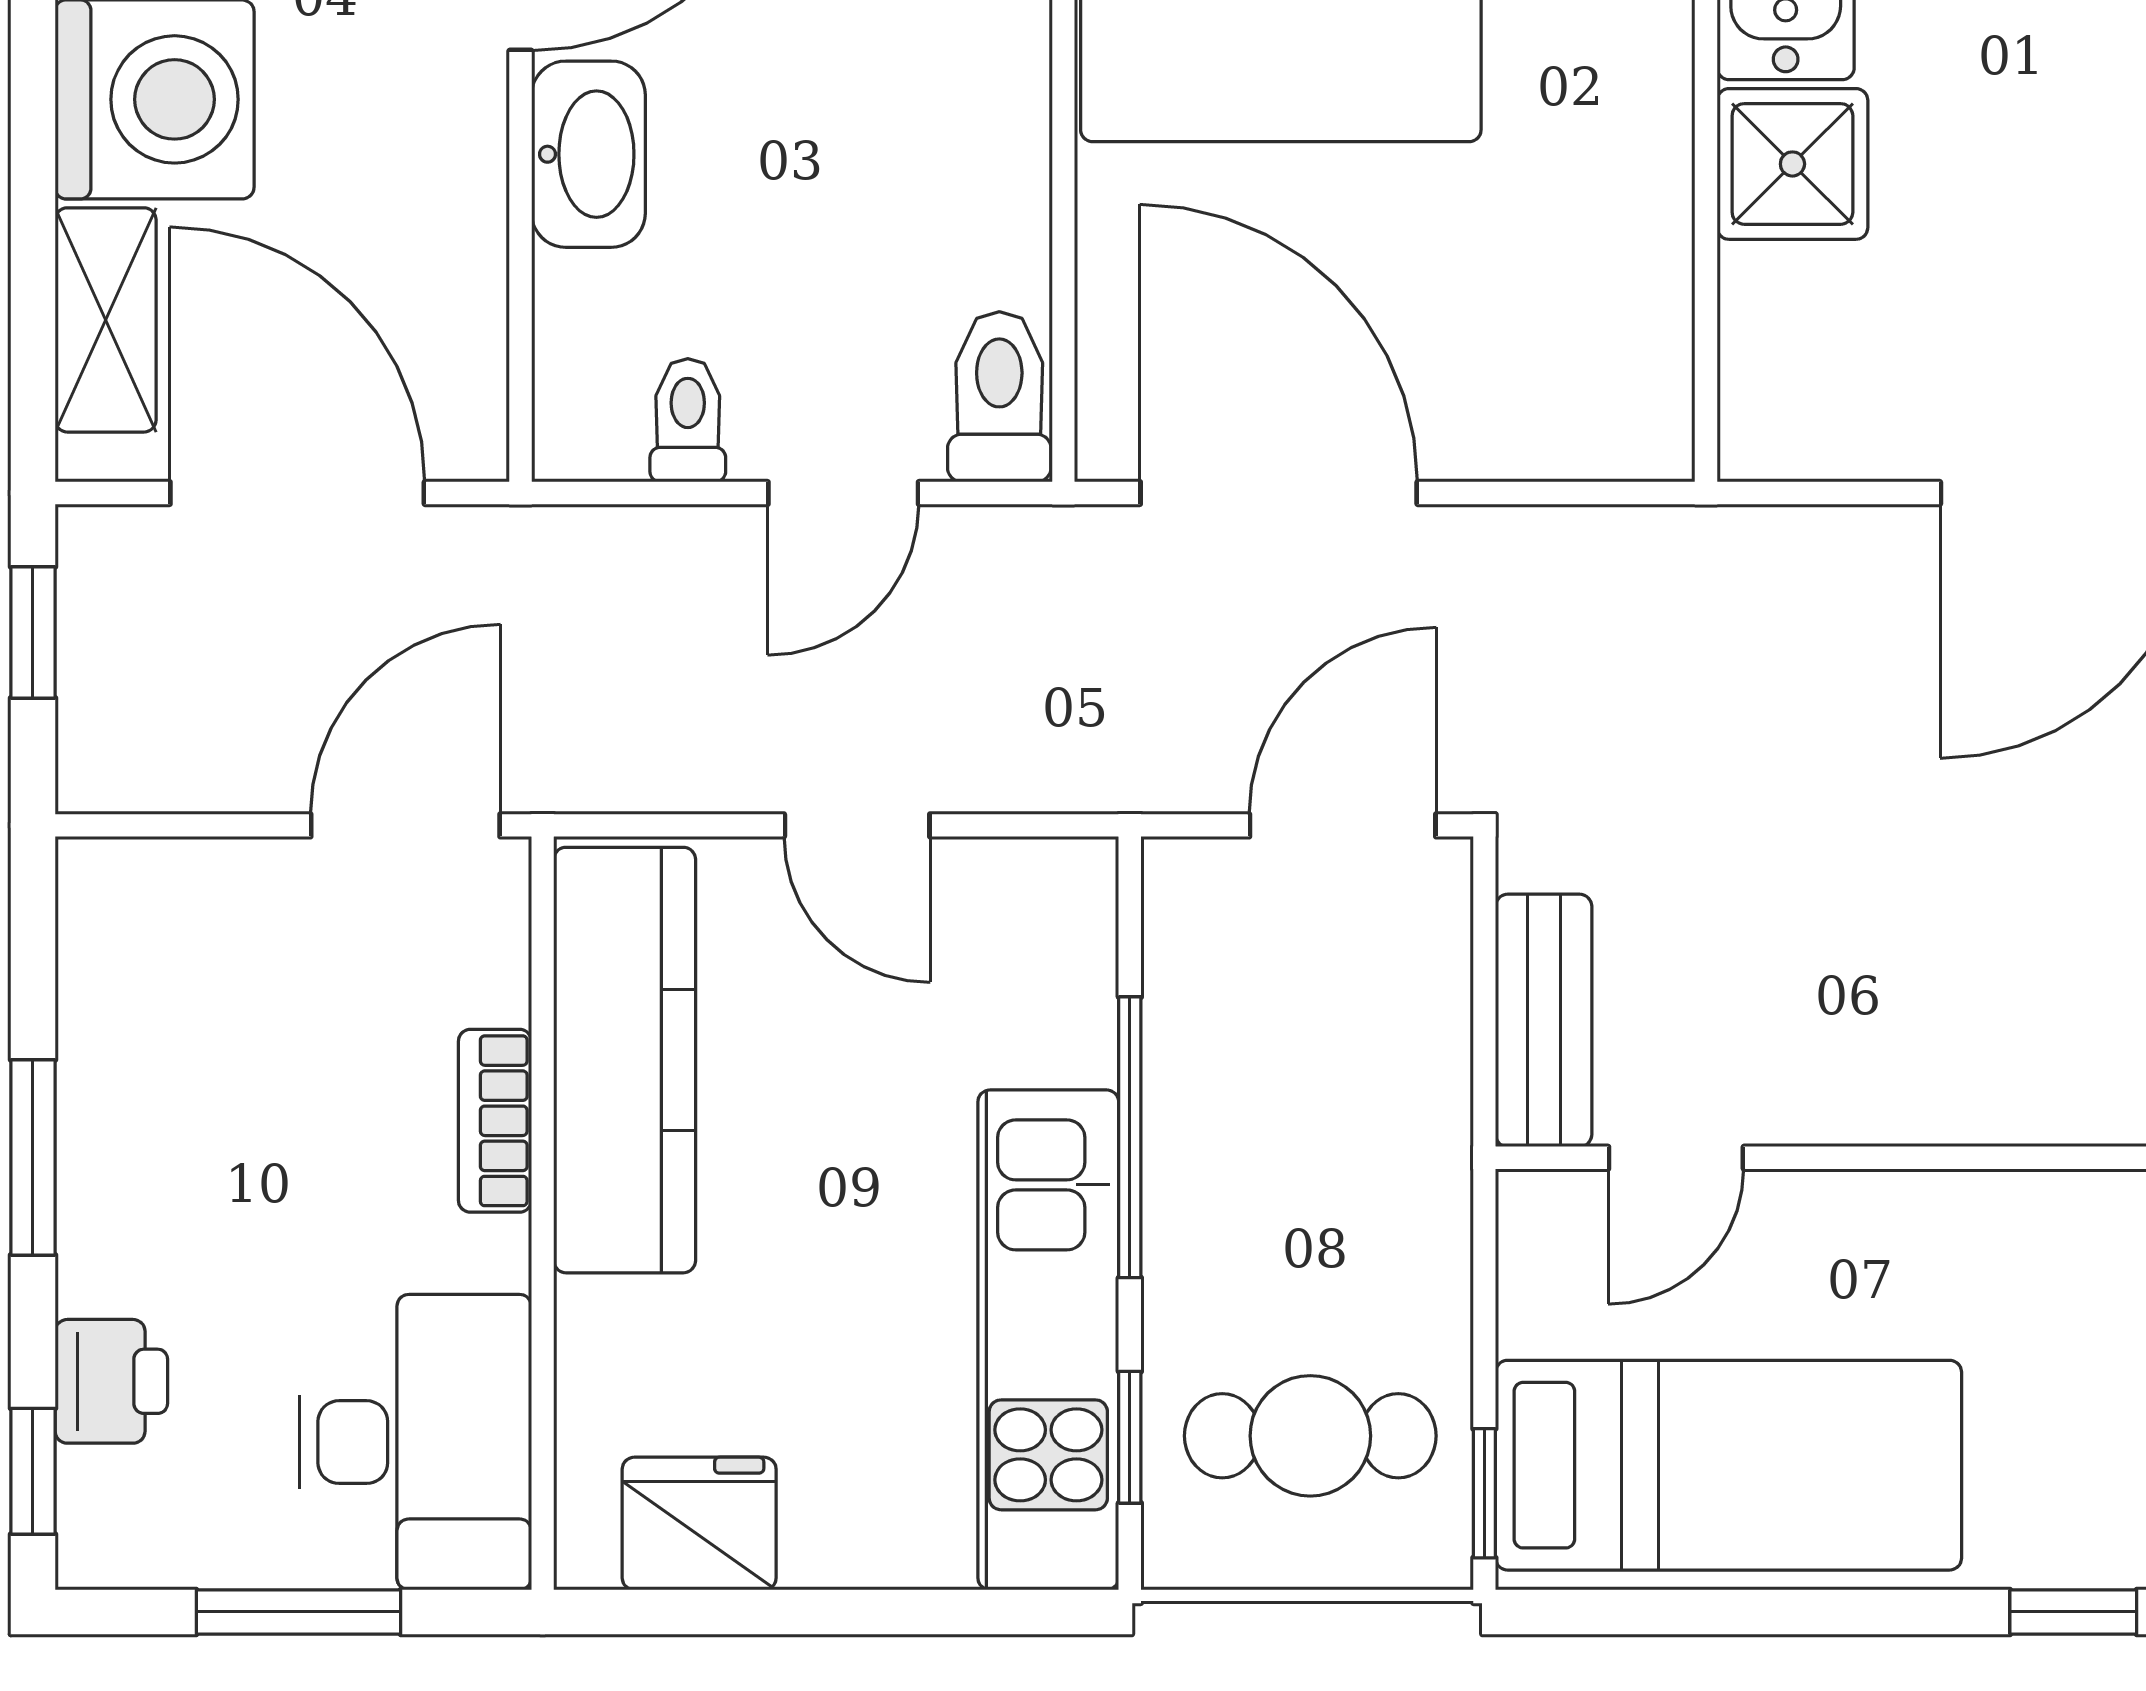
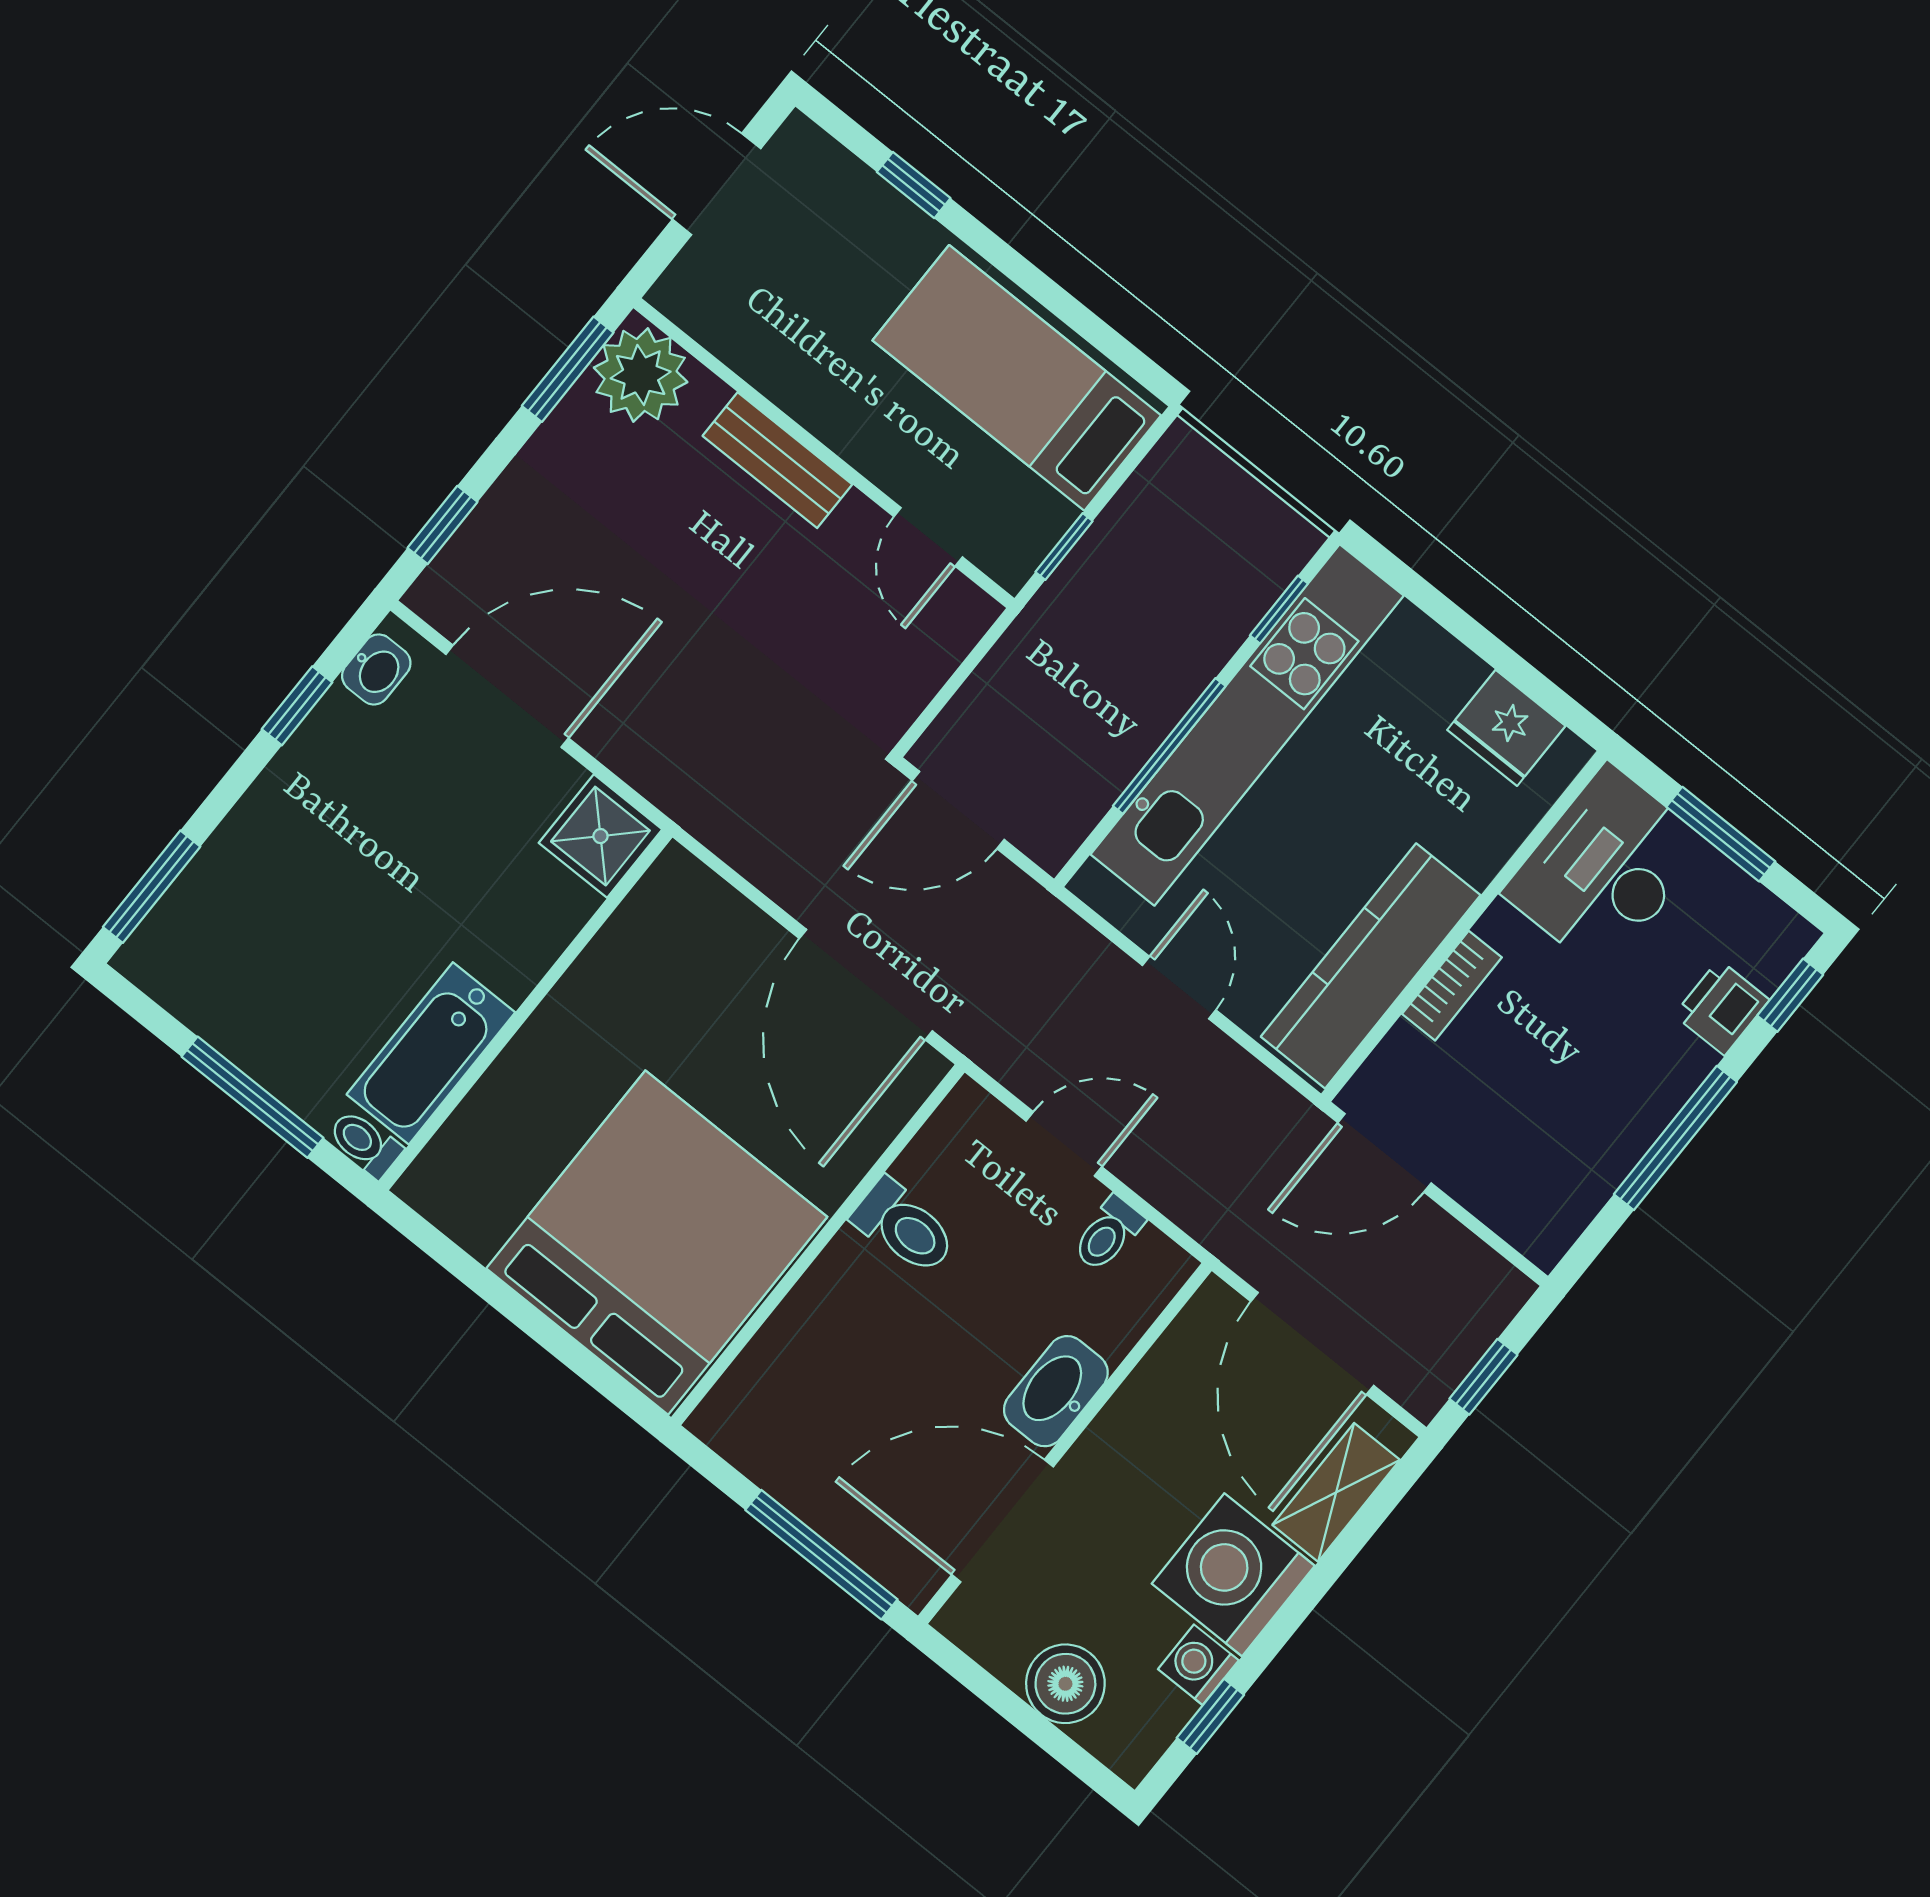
shower: (1792, 164) -> (600, 836), moved
toilet: (999, 397) -> (904, 1227), moved, turned -90
bench: (1544, 1020) -> (777, 460), moved, turned 90
window: (33, 1157) -> (1675, 1138), width x1.44
door: (1676, 1158) -> (928, 537), swing flipped
kitchen unit: (1048, 1340) -> (1247, 725), width x1.36
cafe table: (1310, 1436) -> (1196, 544), removed
window: (1484, 1493) -> (1064, 546), moved

